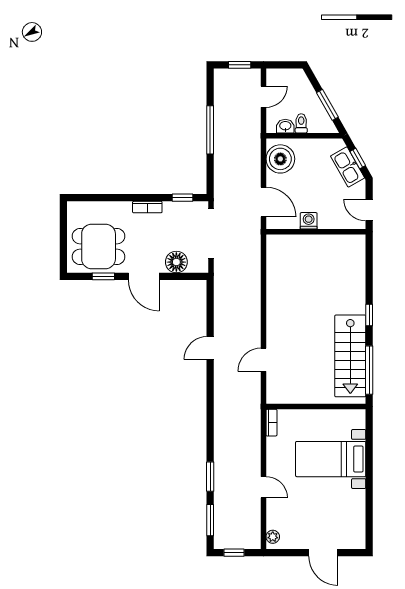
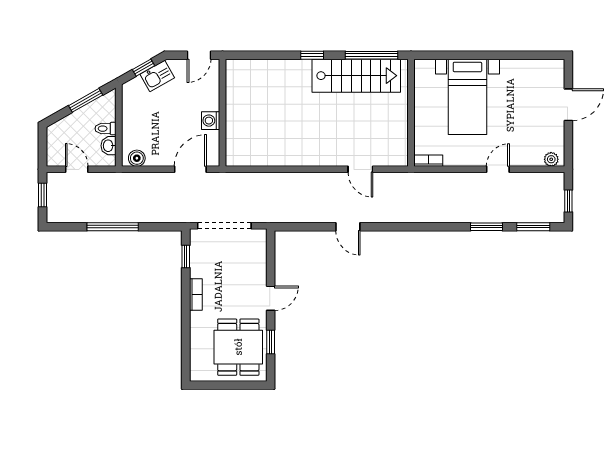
boiler: (280, 159) -> (137, 158), width x0.54, depth x0.54
kitchen sink: (348, 167) -> (157, 76), width x0.73
floor lamp: (176, 262) -> (255, 263), removed
door: (144, 276) -> (271, 298), width x0.73

